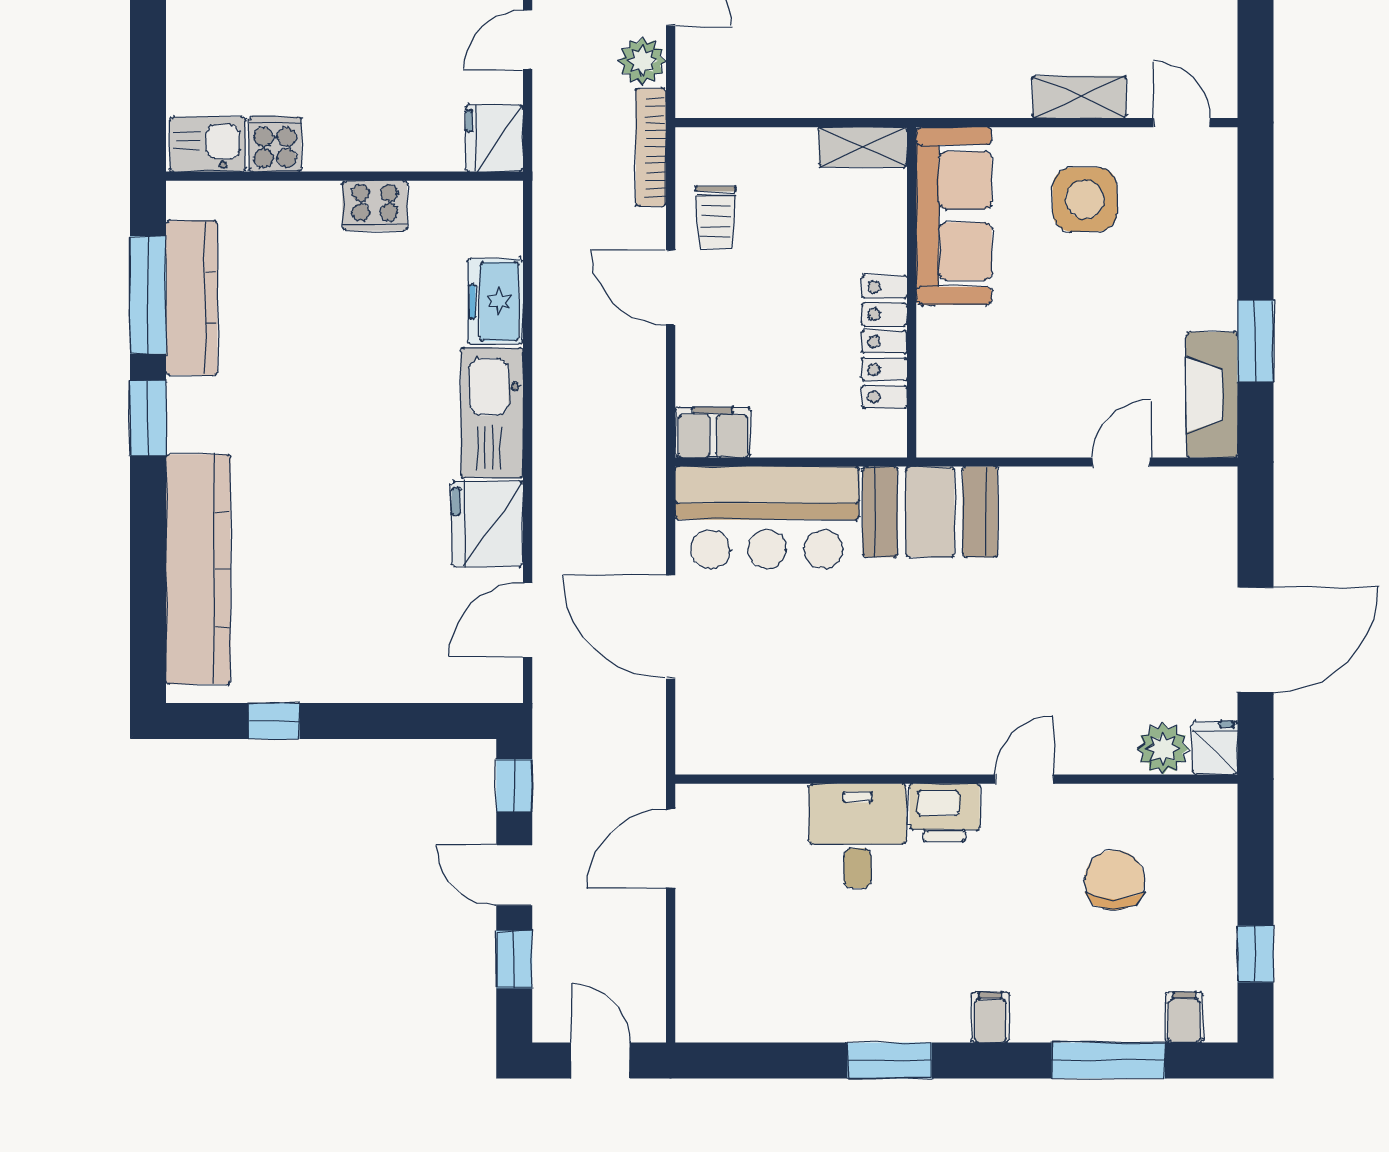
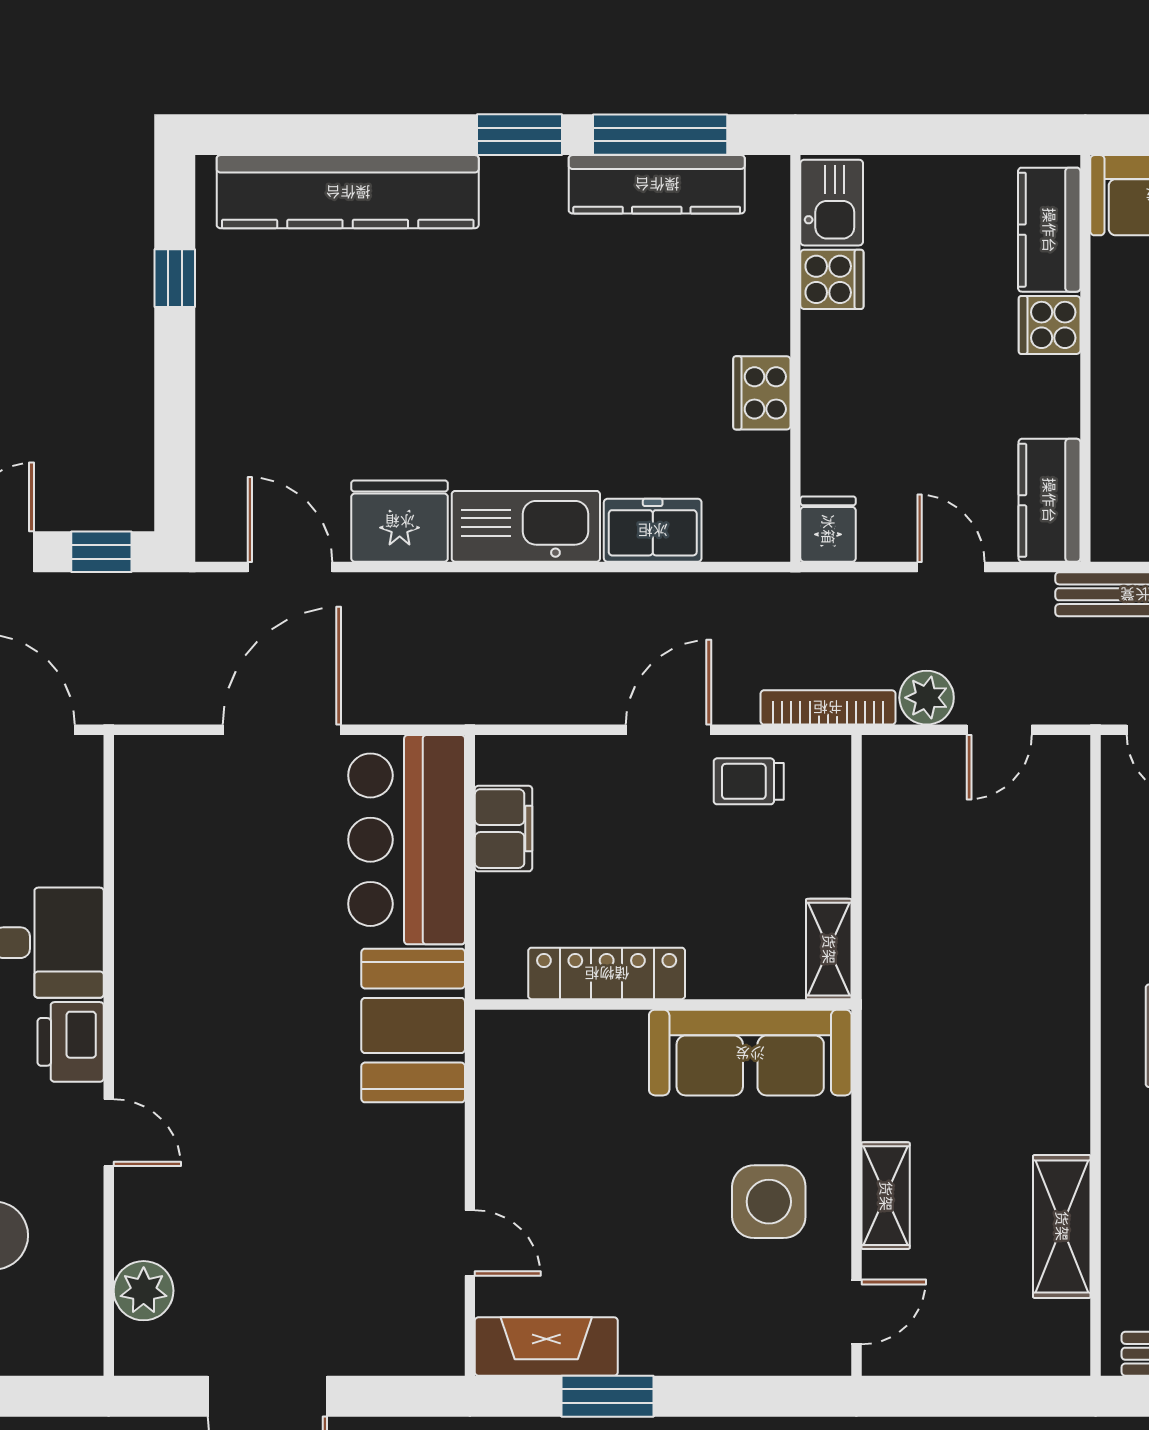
fridge: (494, 138) -> (828, 529), width x0.72
filing cabinet: (713, 432) -> (504, 829), moved
fridge: (1215, 748) -> (144, 1350), removed

